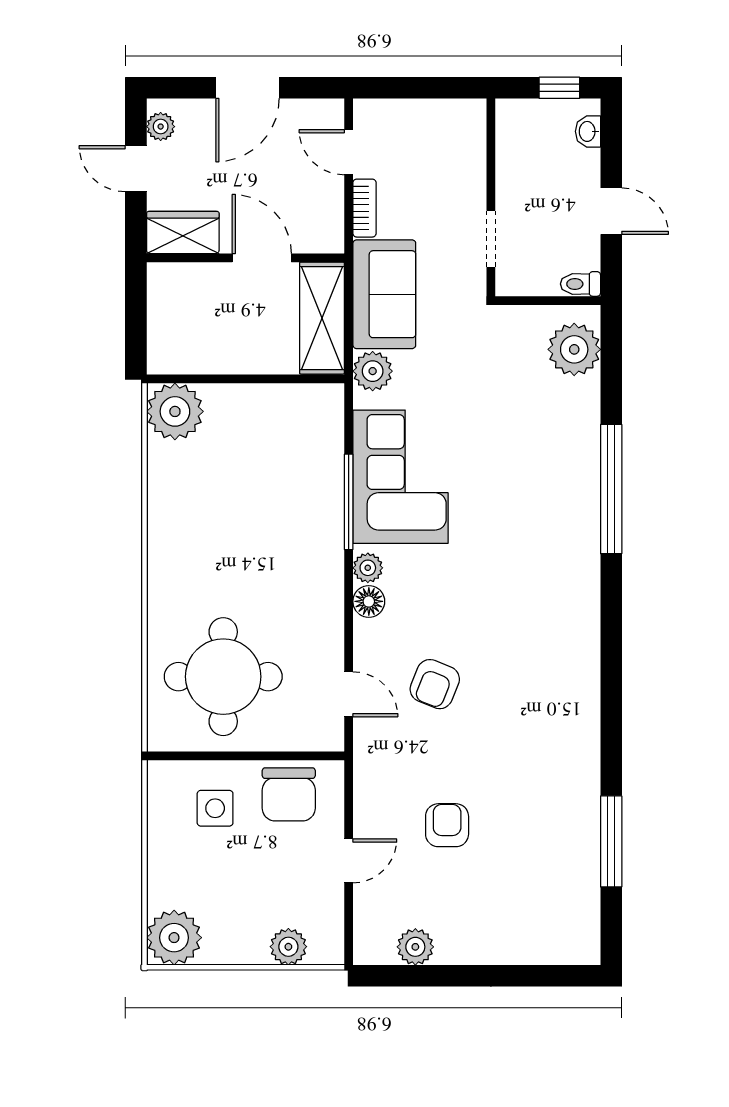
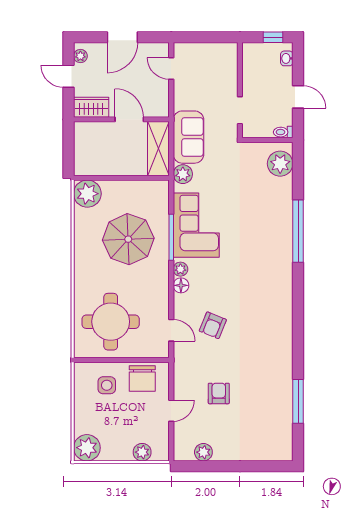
bookcase: (364, 208) -> (179, 95), removed
parasol: (260, 506) -> (128, 239), added

